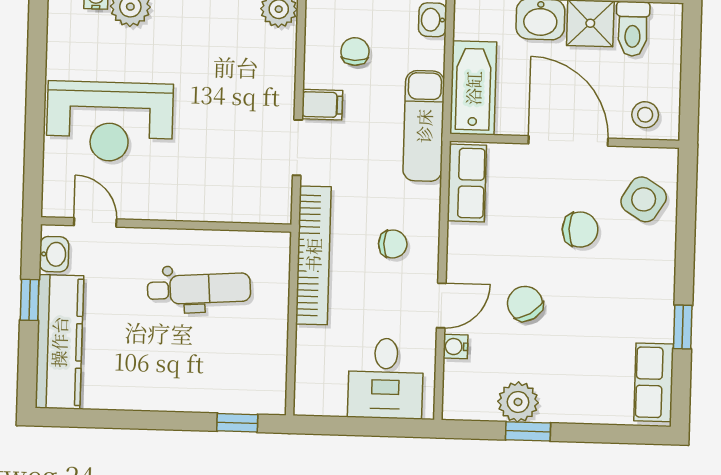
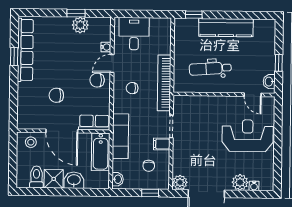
row of seats: (467, 183) -> (94, 123), moved, turned 90
side table: (644, 199) -> (31, 108), removed
chair: (525, 304) -> (97, 80), moved, turned 122
kitchen counter: (59, 342) -> (226, 28), moved, turned -90
row of seats: (654, 382) -> (25, 50), width x2.02

